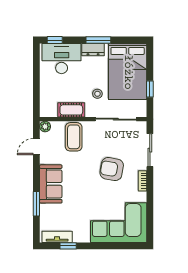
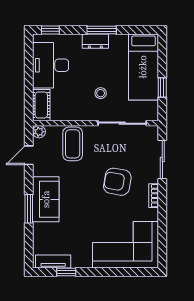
desk: (62, 59) -> (51, 65), moved, turned -90
bed: (128, 72) -> (143, 67), width x0.67
cot: (71, 110) -> (41, 105), moved, turned 90
window: (36, 204) -> (29, 209), moved

